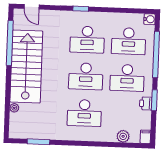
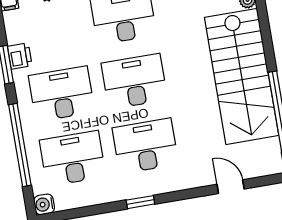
door: (32, 7) -> (231, 187), moved
window: (81, 9) -> (140, 202), moved

